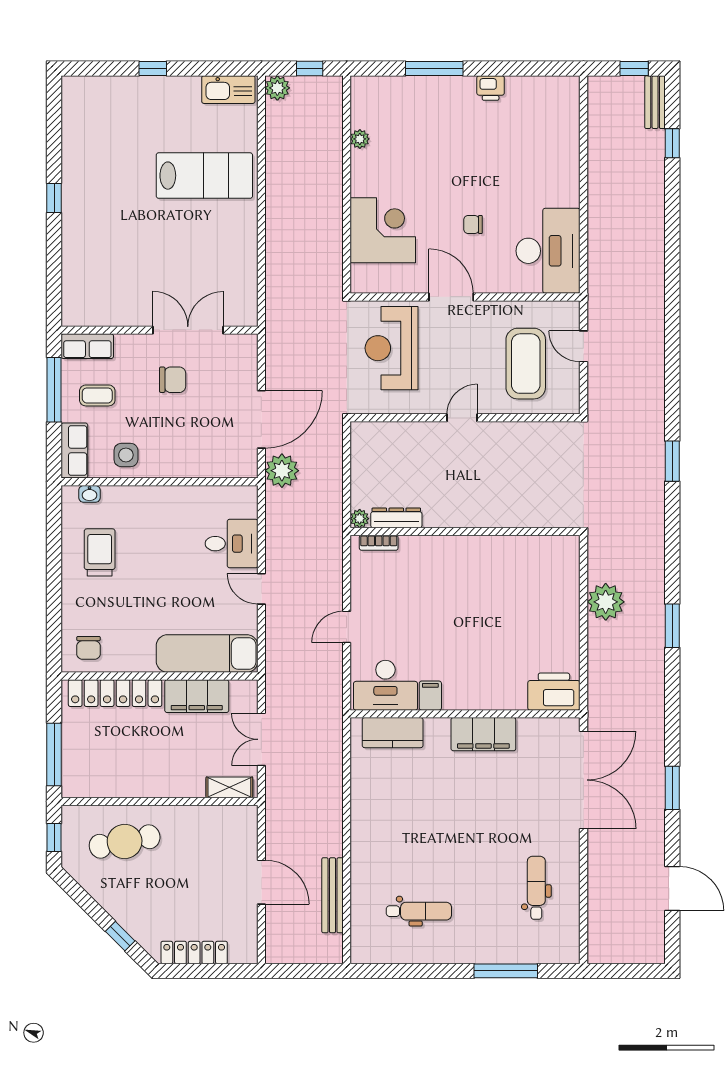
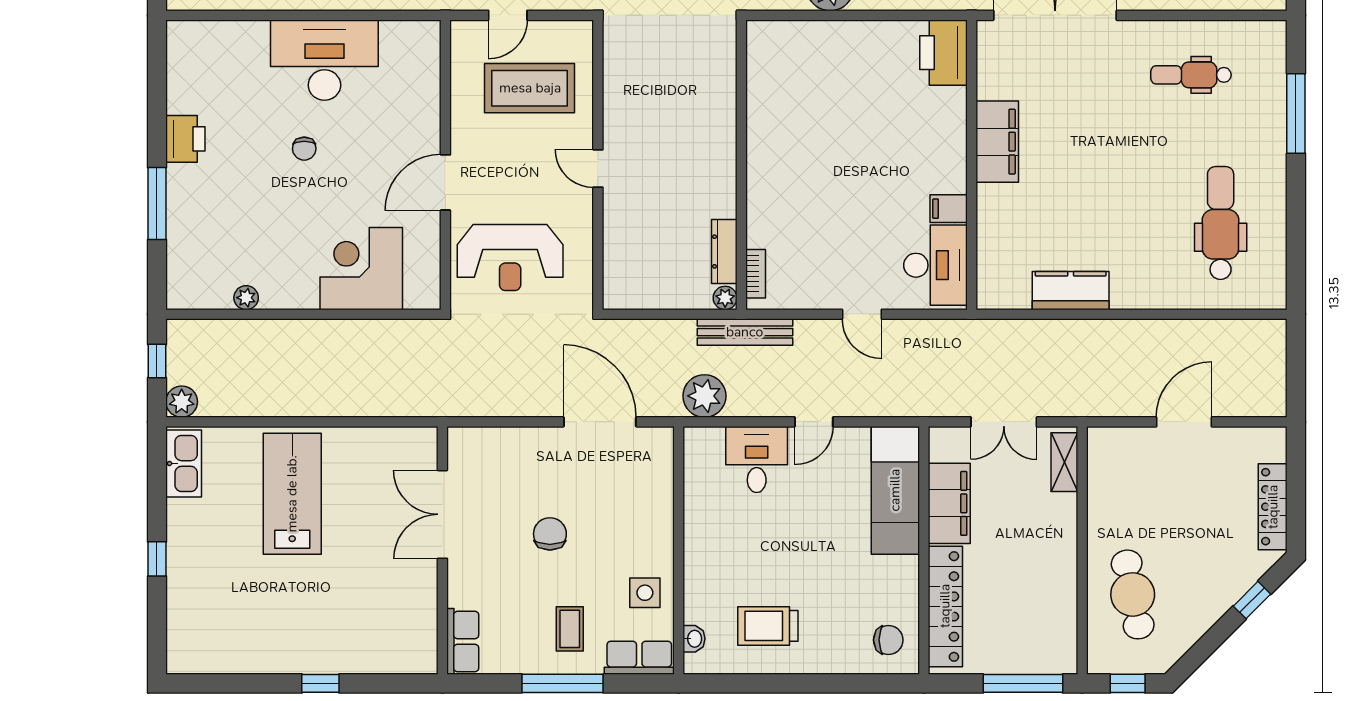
printer: (491, 88) -> (185, 139), width x1.36, depth x1.24
chair: (473, 225) -> (304, 149), moved
desk: (548, 251) -> (324, 60), moved
wall: (159, 330) -> (442, 550), moved
double door: (188, 330) -> (442, 514), moved
row of seats: (87, 346) -> (463, 641), moved
plant: (282, 471) -> (704, 396), moved
kitchen counter: (393, 733) -> (1071, 291), moved, turned -90
bench: (332, 895) -> (745, 332), moved
dental chair: (419, 911) -> (1221, 223), width x1.36, depth x1.38

